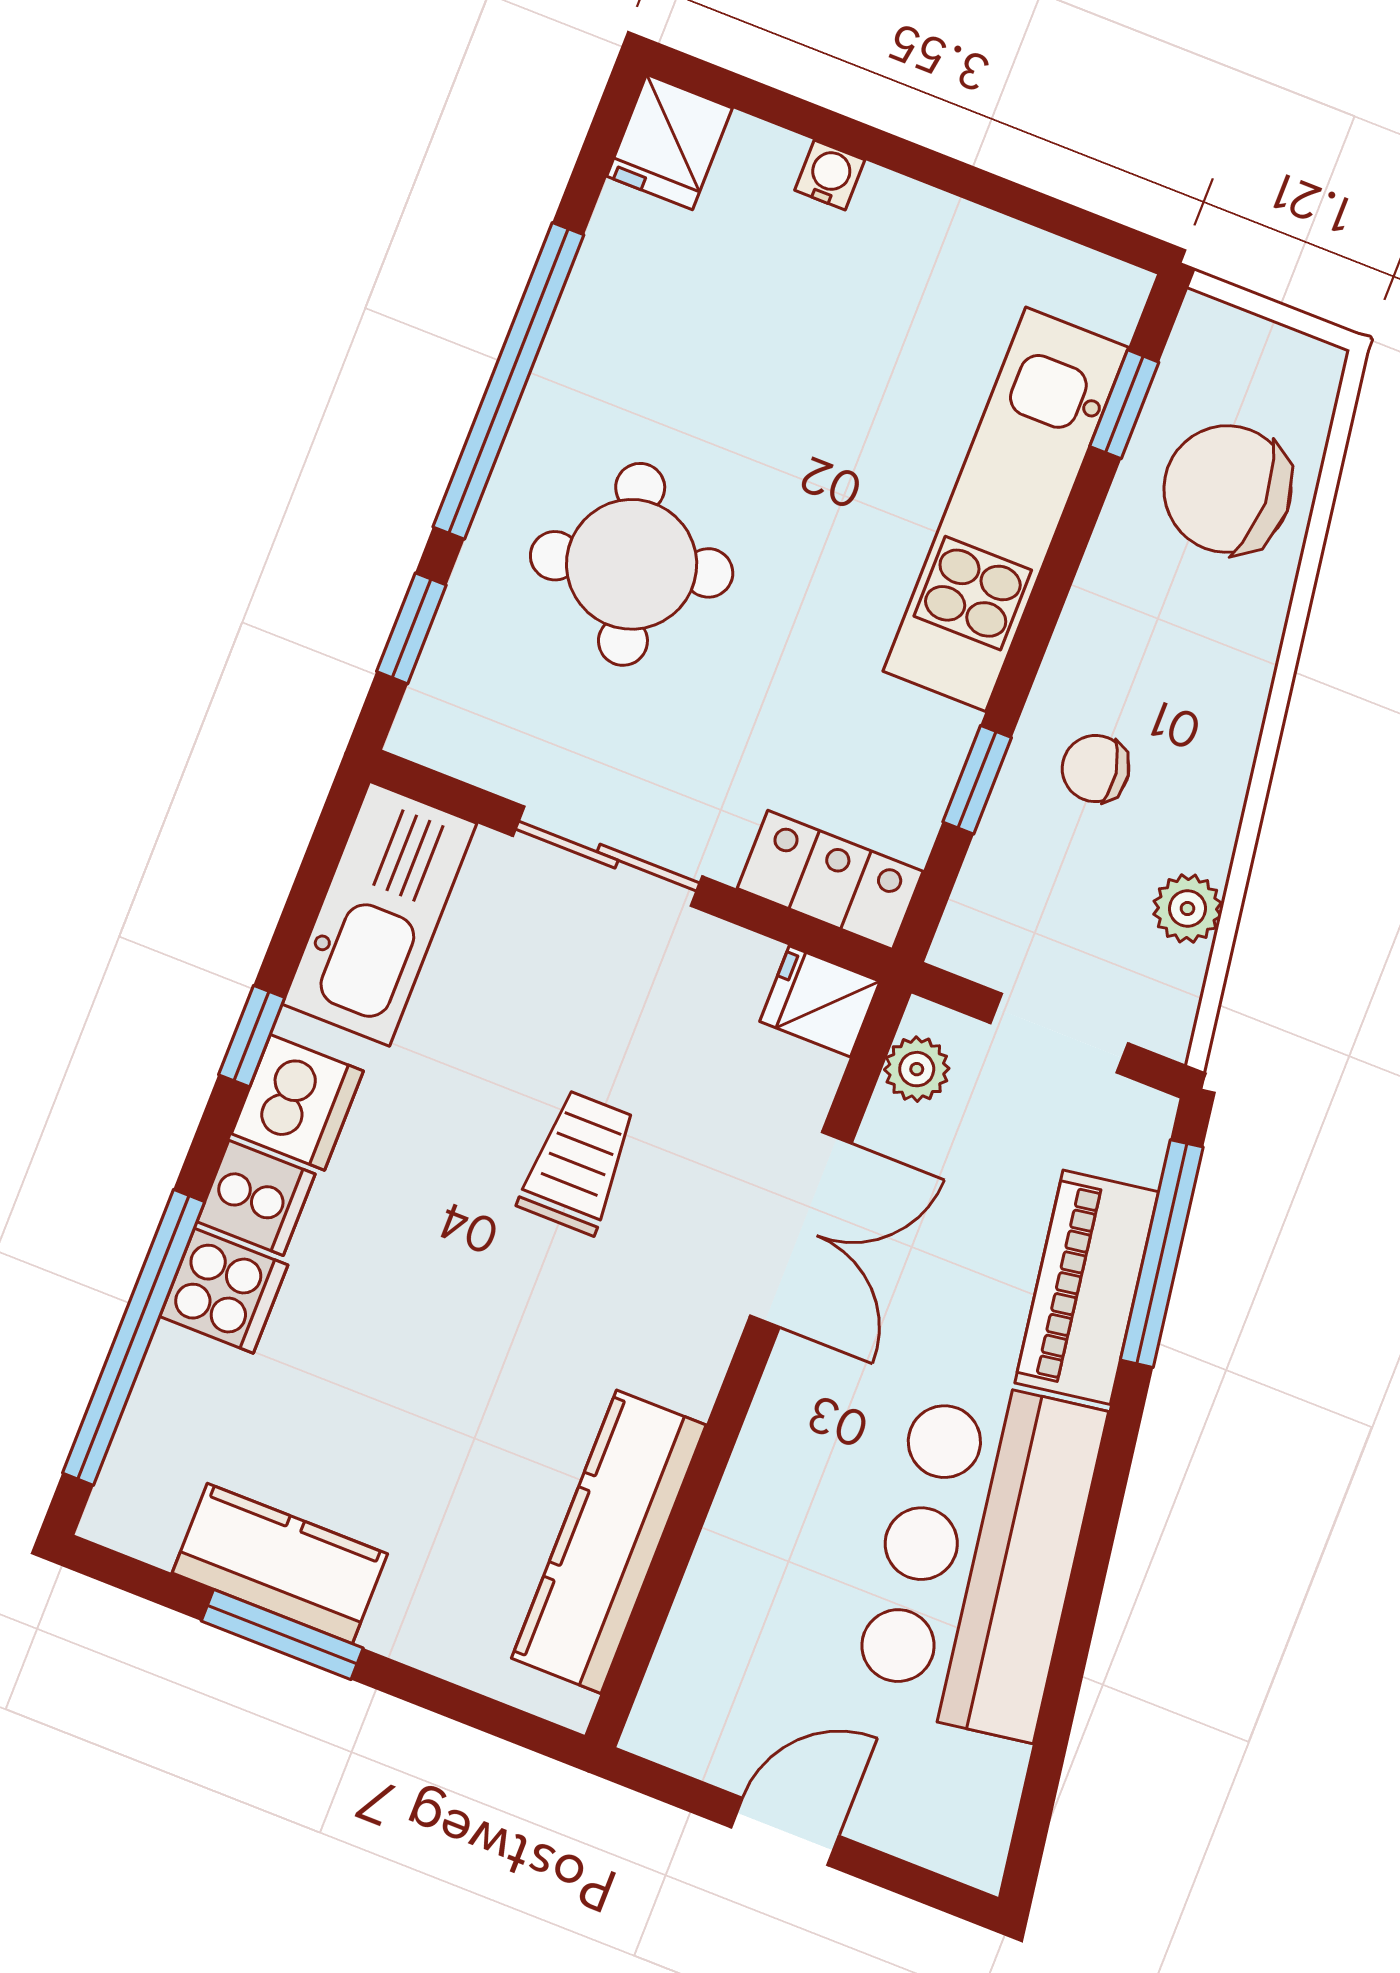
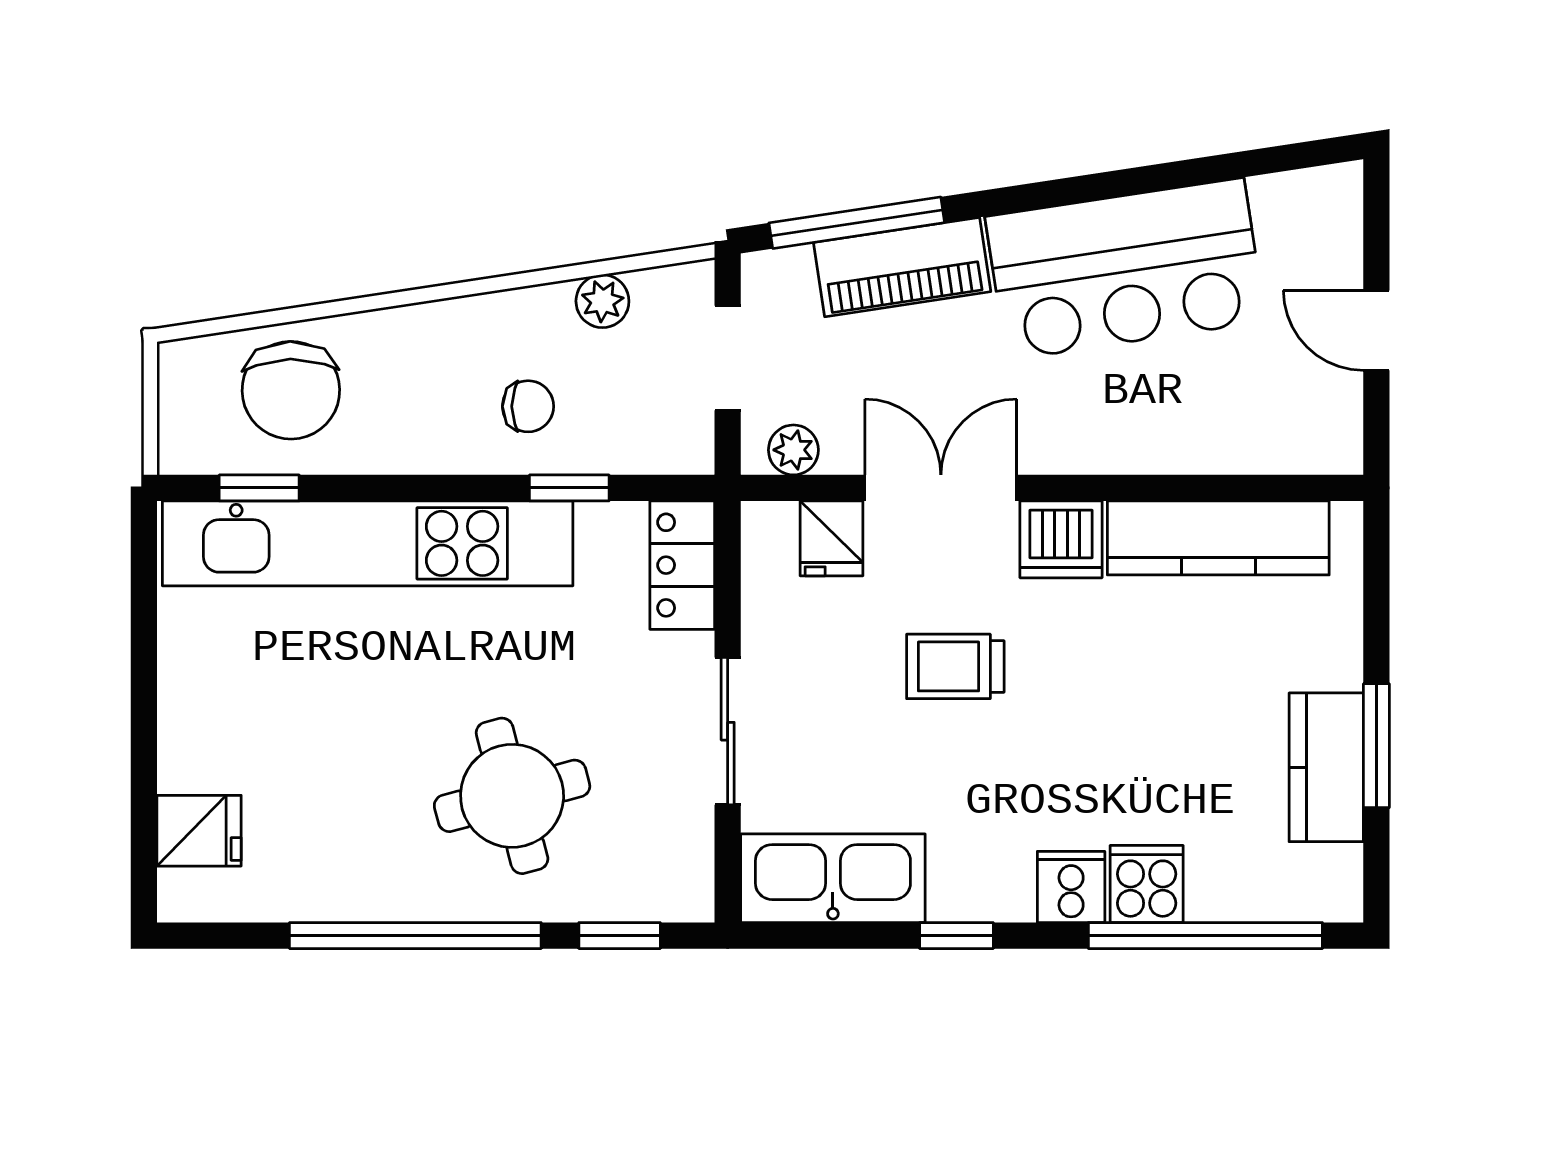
fridge: (669, 142) -> (199, 831), moved
water cooler: (830, 175) -> (178, 763), removed
kitchen unit: (1006, 509) -> (368, 543), width x1.36
chair: (1096, 769) -> (528, 406), turned -81
fridge: (820, 1001) -> (832, 538), moved
dishwasher: (297, 1102) -> (1061, 539), moved, turned 180

